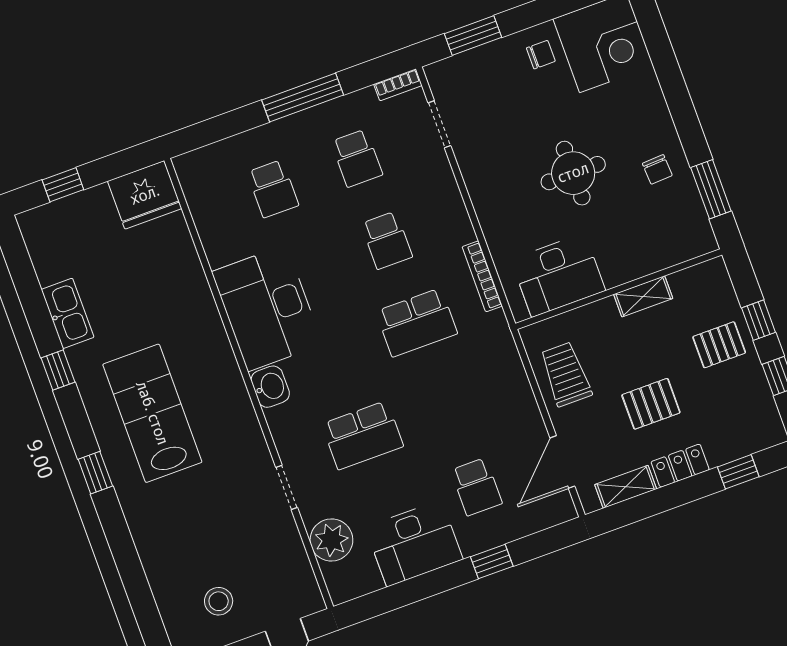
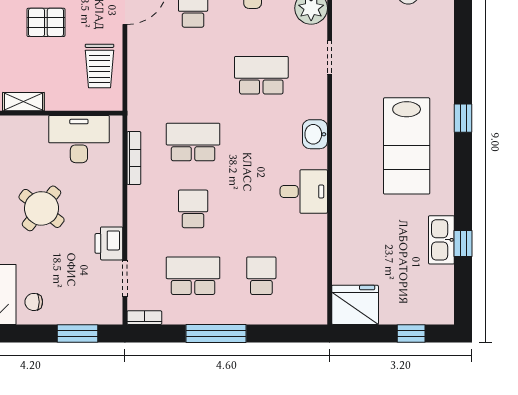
school desk: (357, 158) -> (193, 276), width x1.85
printer: (475, 160) -> (109, 243), added
round table: (573, 173) -> (42, 208), turned 38
desk: (267, 308) -> (304, 191), width x0.53, depth x0.77
window: (58, 370) -> (463, 243), moved

